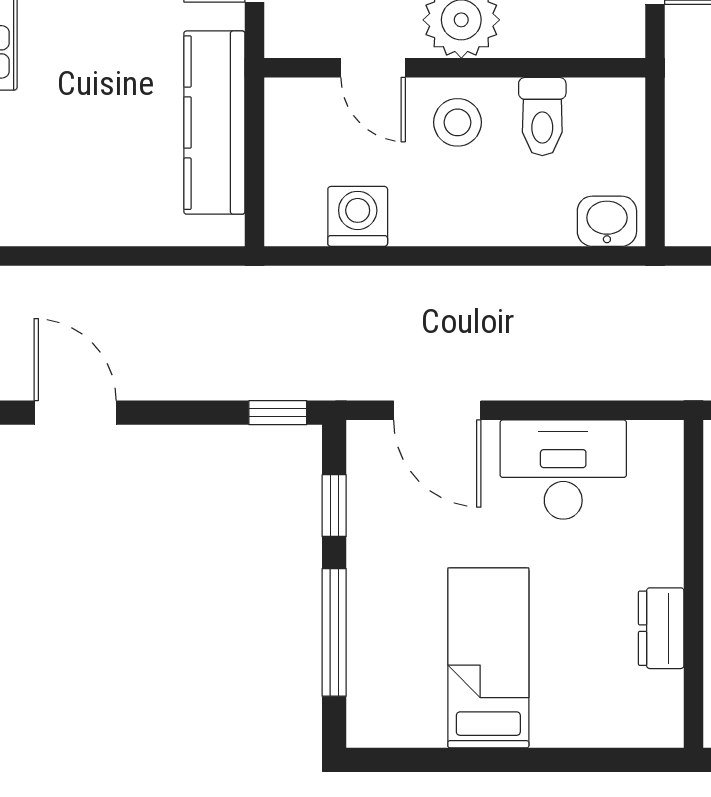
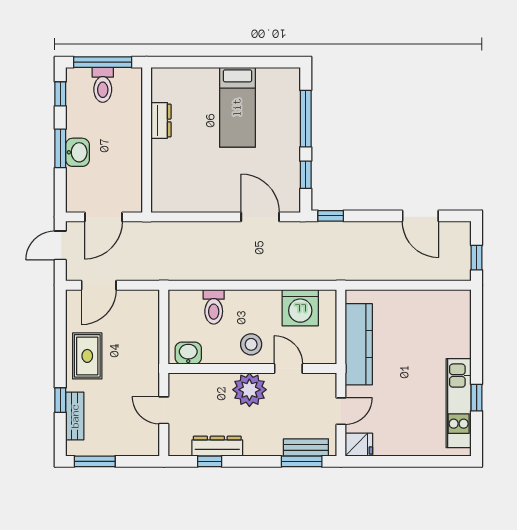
toilet: (542, 117) -> (214, 307), moved, turned 180
washing machine: (358, 216) -> (300, 308), width x1.37, depth x1.37
washbasin: (607, 221) -> (188, 353), moved, turned 180
desk: (563, 470) -> (204, 191), removed

